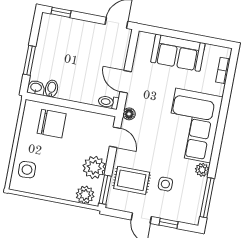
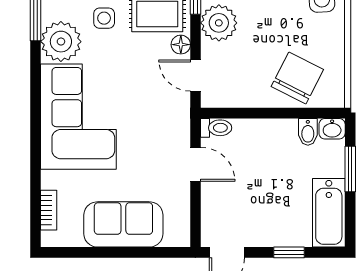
window: (61, 12) -> (289, 252), moved
bathtub: (48, 35) -> (329, 213), added
floor lamp: (129, 114) -> (181, 45), moved
chair: (52, 124) -> (297, 78), turned 117
plant: (202, 170) -> (61, 42), width x1.88, depth x1.88

